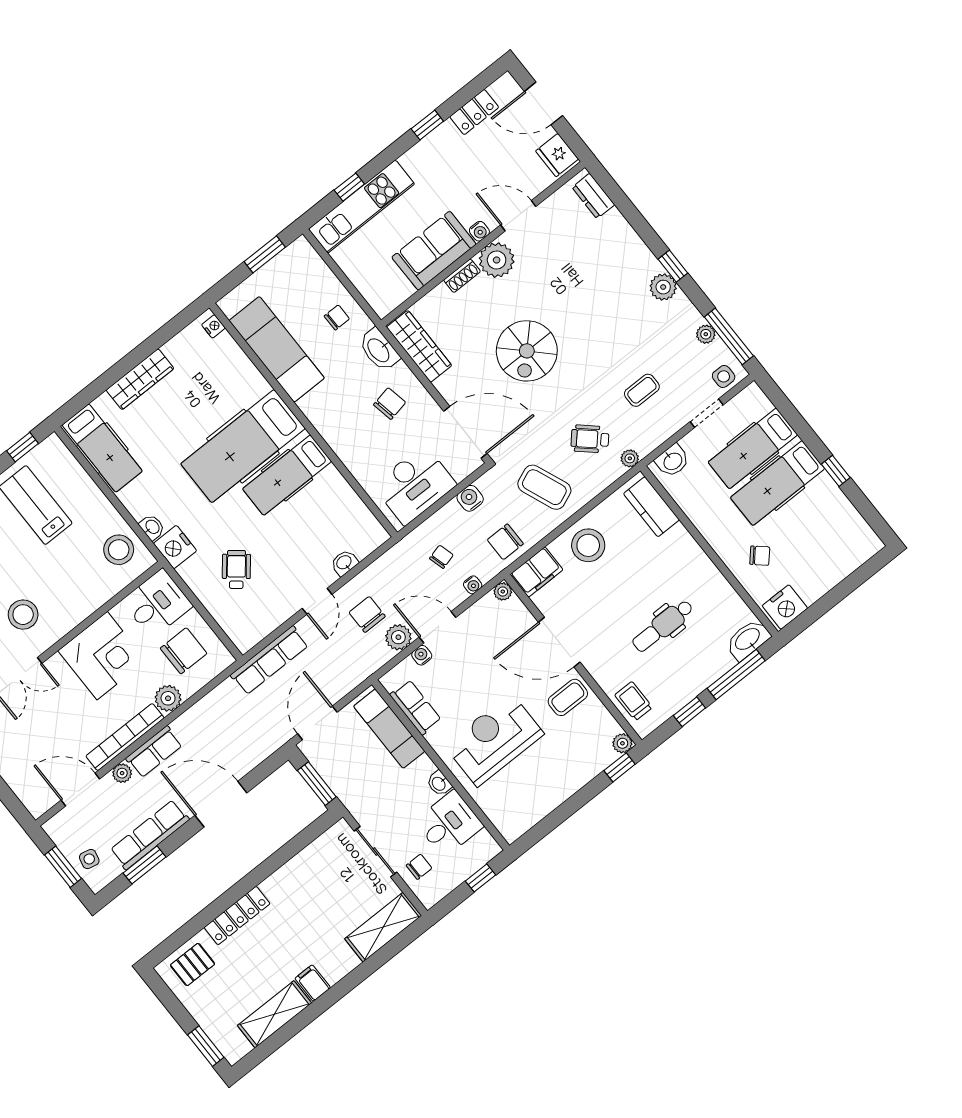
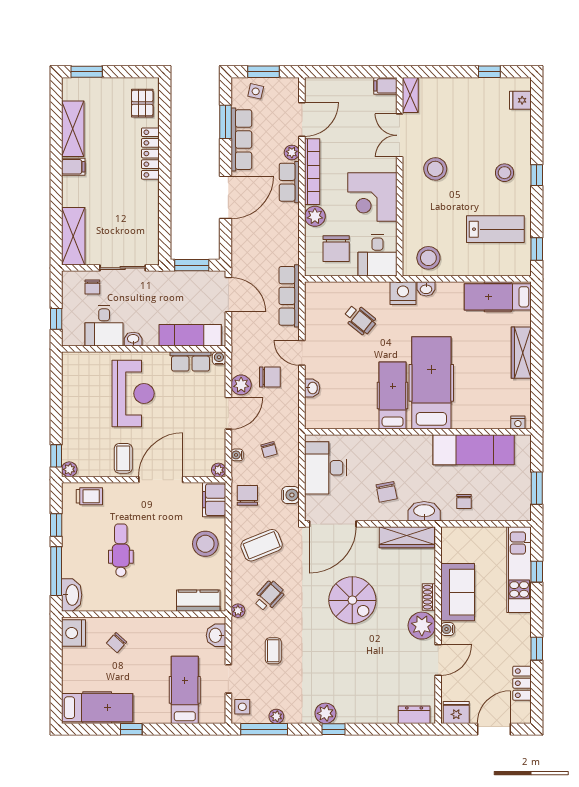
spiral stairs: (527, 351) -> (352, 600), turned 180
hospital bed: (778, 483) -> (97, 708), moved, turned 90
water cooler: (422, 655) -> (219, 358), moved, turned -90

